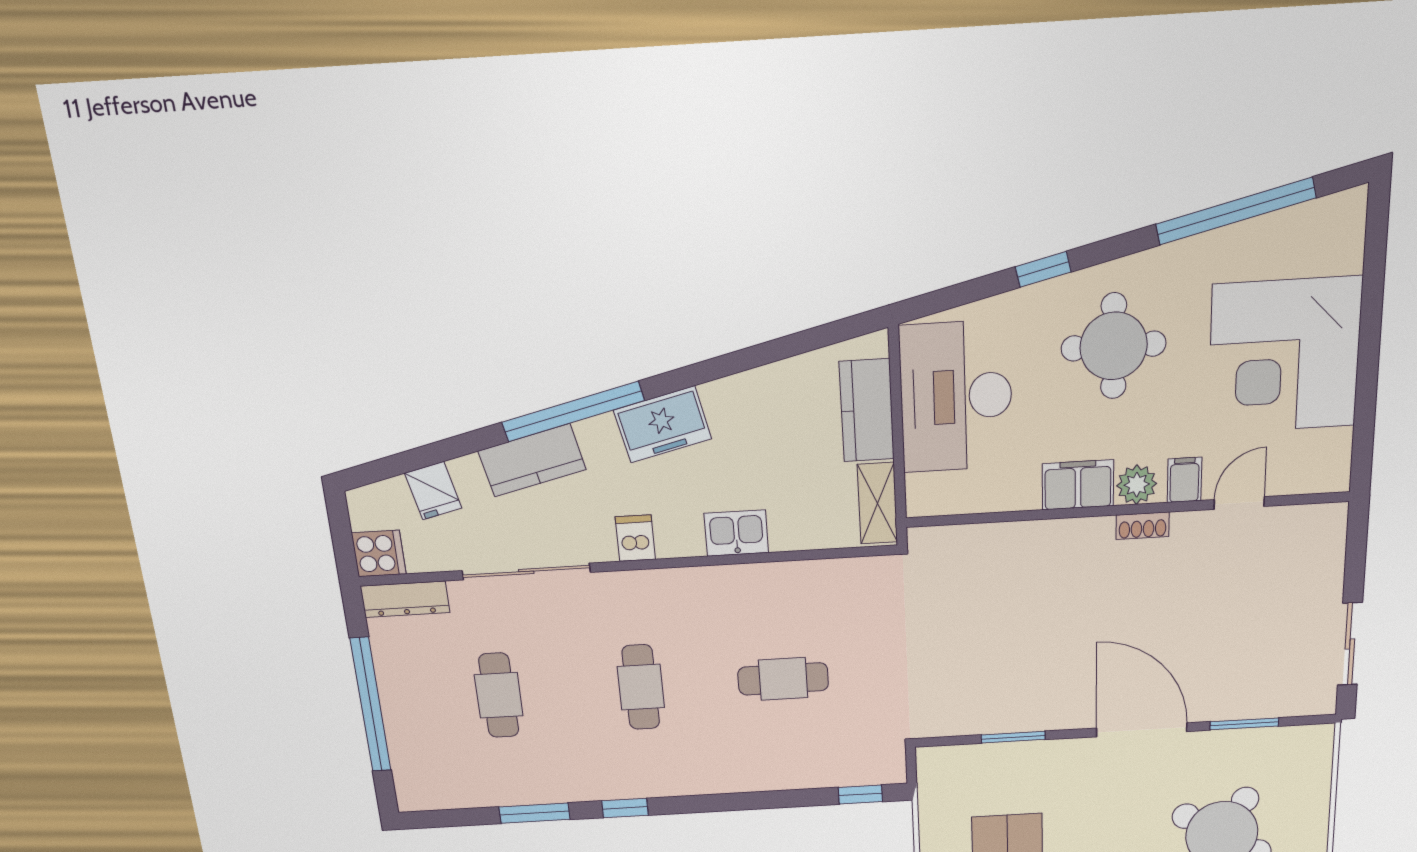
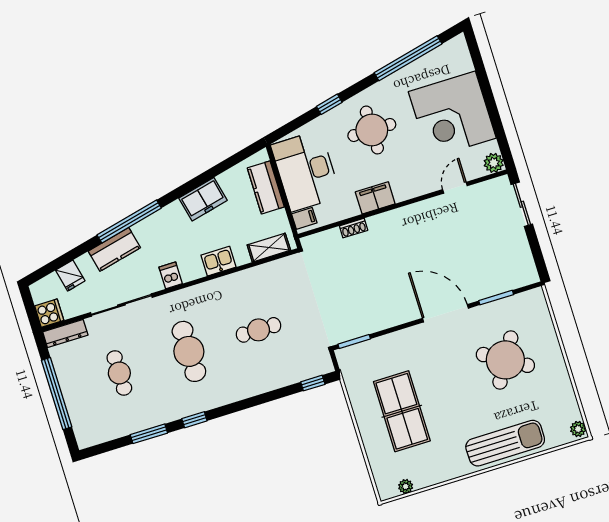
freezer: (663, 424) -> (203, 199), moved
filing cabinet: (1184, 480) -> (304, 218), moved, turned 90
plant: (1137, 485) -> (494, 163), moved
shelving: (877, 503) -> (269, 248), moved, turned 90
shoe rack: (1143, 526) -> (354, 228), moved
sliding door: (1350, 644) -> (522, 204), moved
cafe table: (641, 687) -> (189, 351), width x1.37, depth x1.35
window: (1013, 737) -> (354, 341), moved

